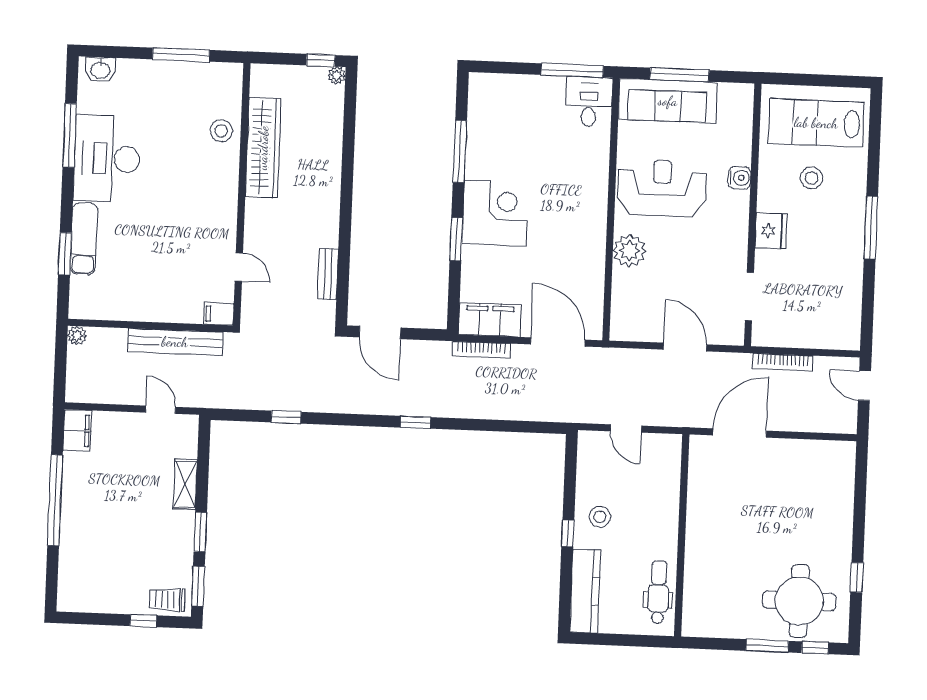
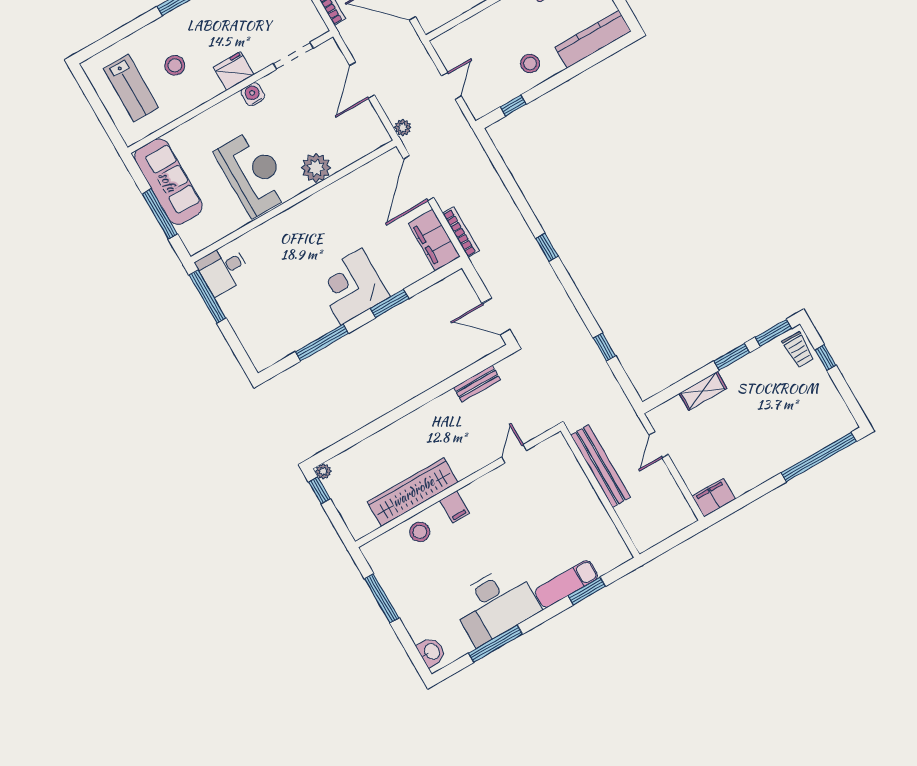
sofa: (668, 101) -> (168, 182), moved
lab bench: (816, 123) -> (131, 88), width x0.73, depth x0.72
water cooler: (739, 178) -> (253, 94), moved
reception desk: (662, 188) -> (253, 173), turned 180
filing cabinet: (219, 314) -> (455, 507), moved
door: (380, 332) -> (496, 317), swing flipped
plant: (77, 336) -> (403, 128), moved
window: (55, 500) -> (819, 457), moved
window: (568, 533) -> (513, 106), moved

